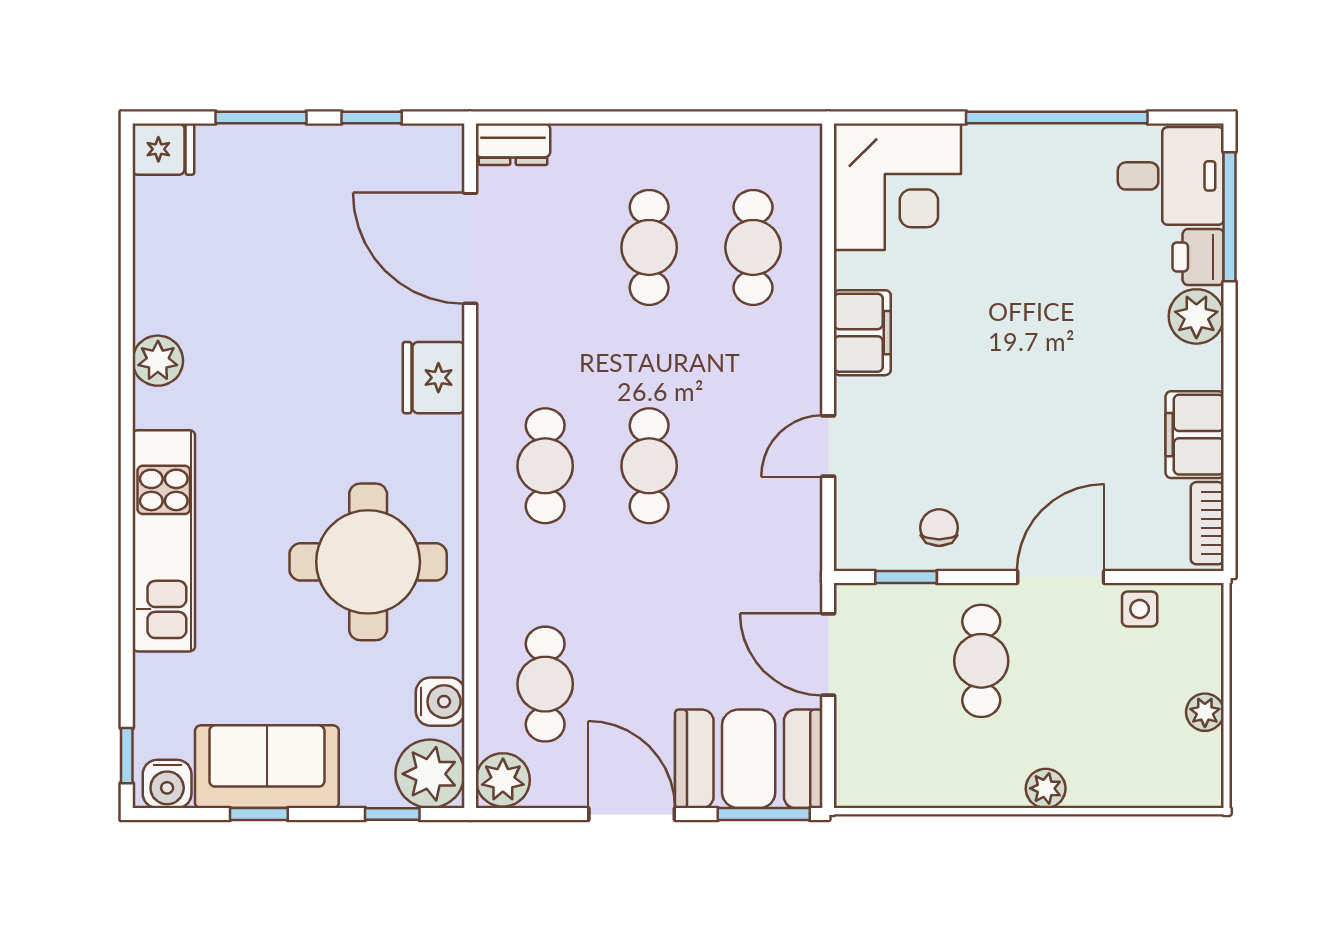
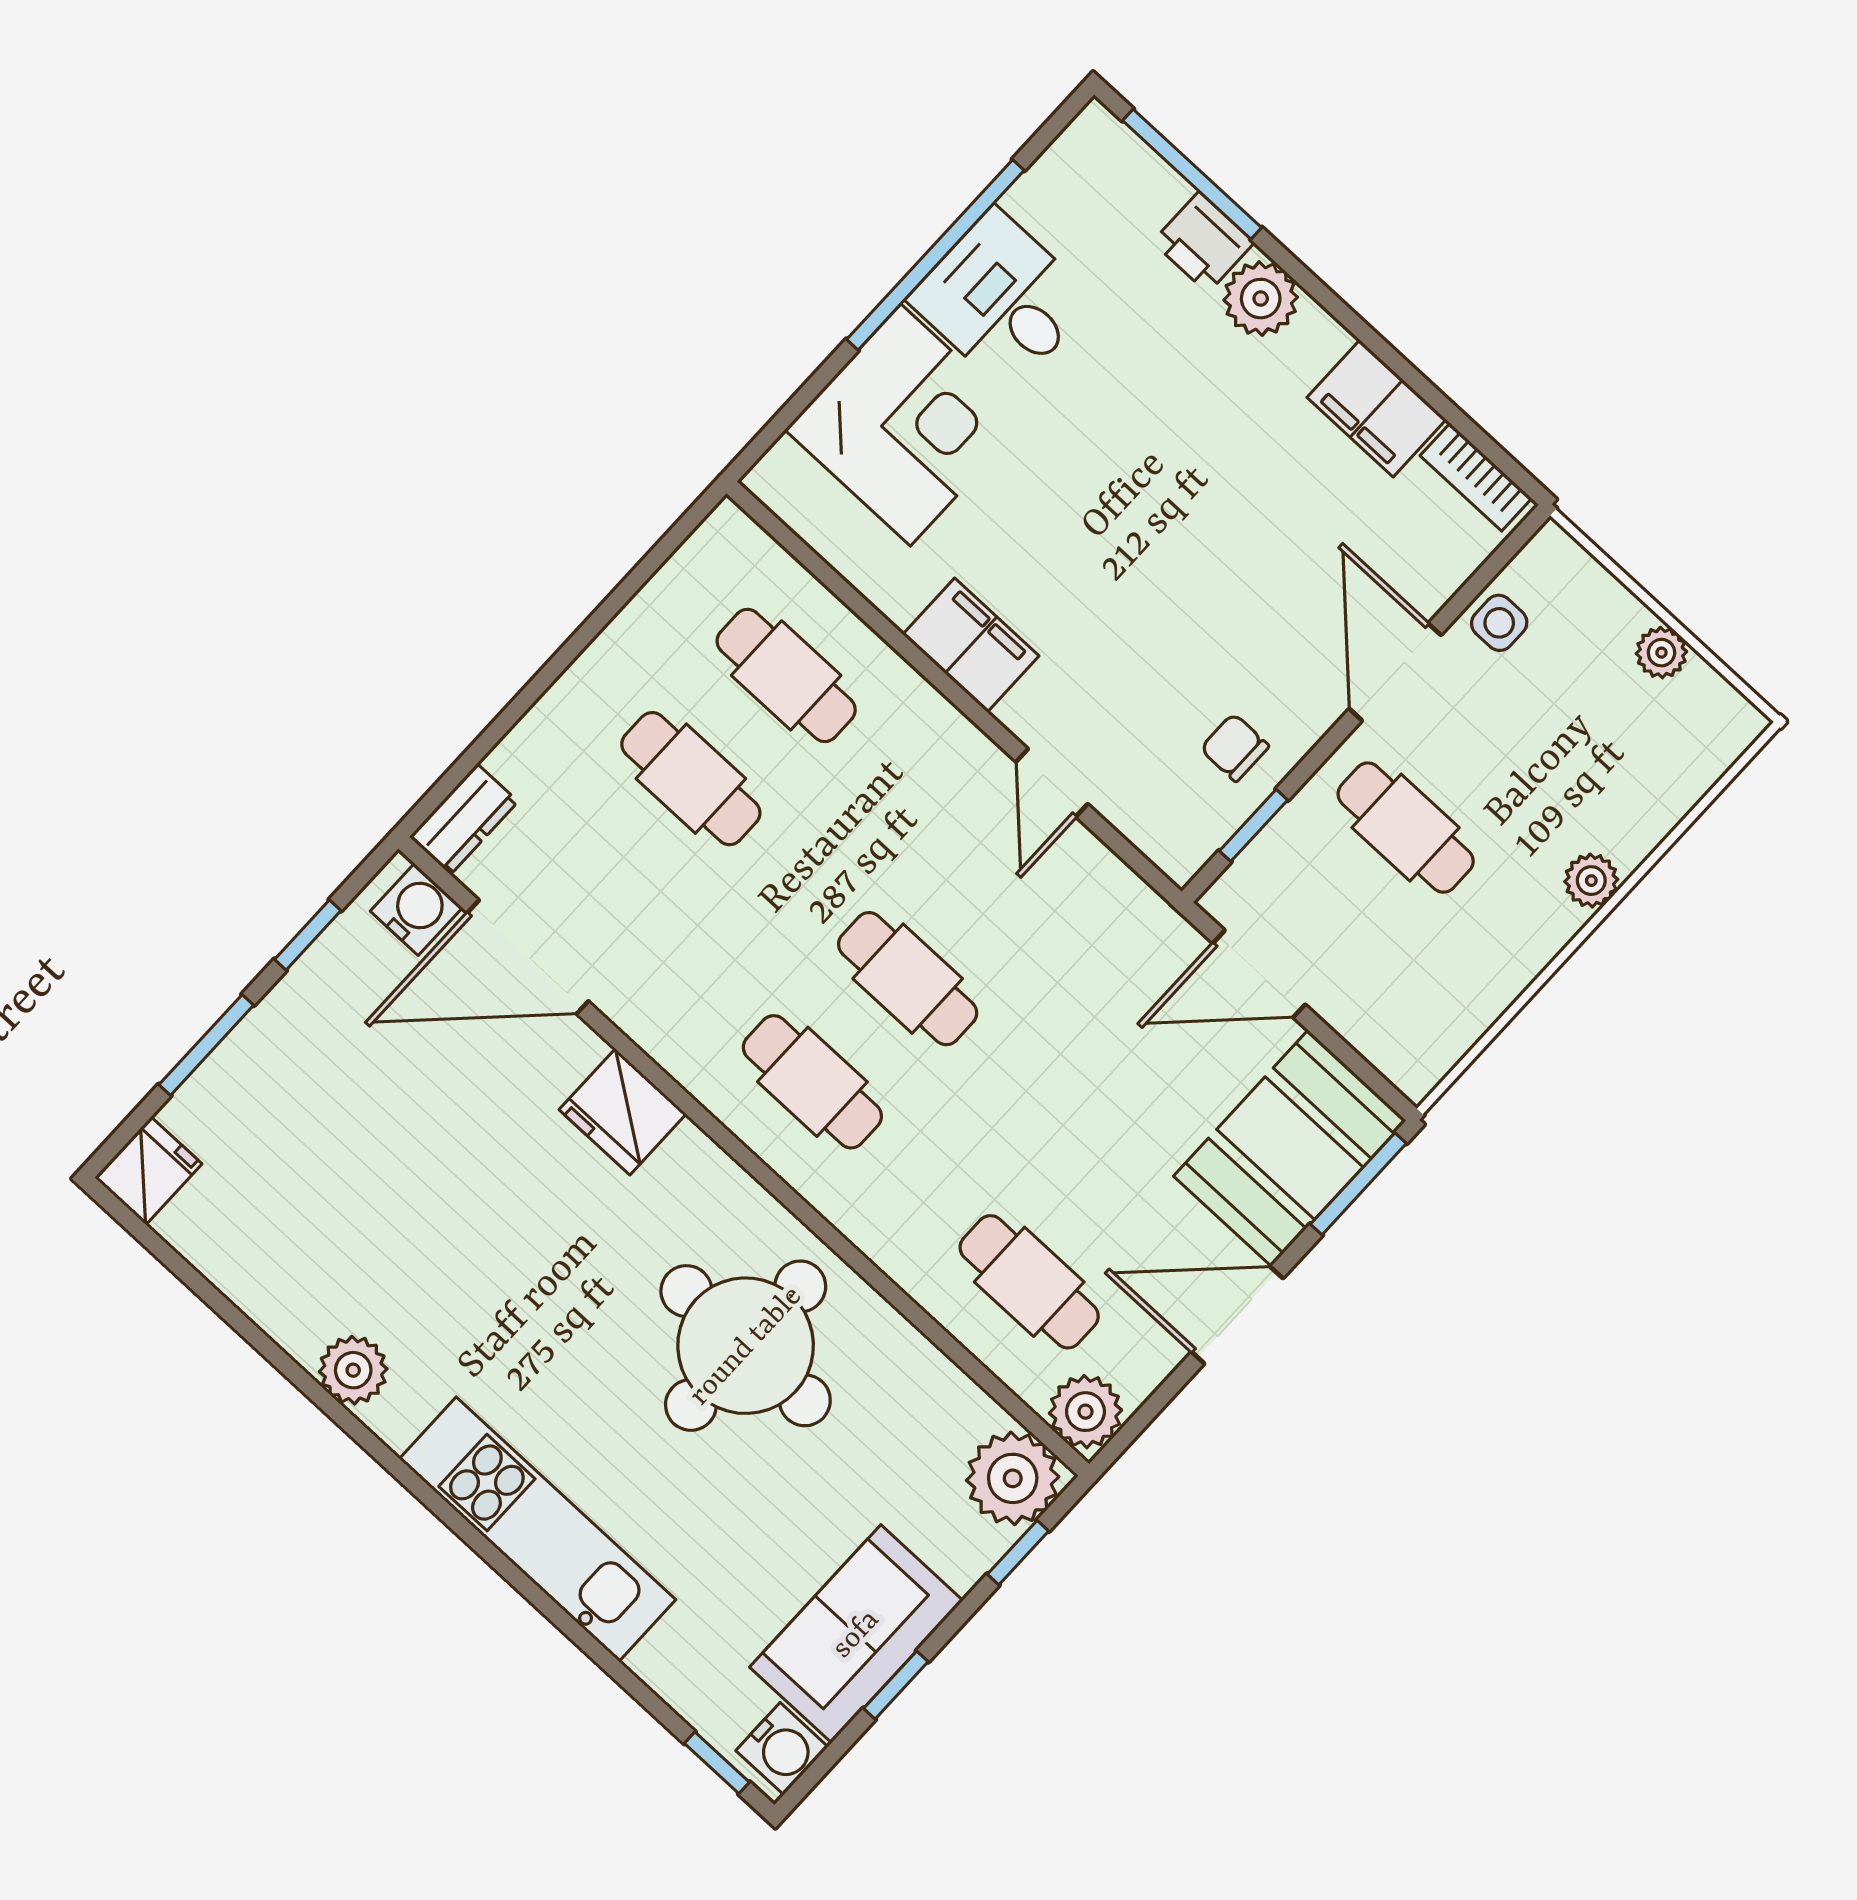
desk: (1171, 176) -> (1002, 300), moved, turned -90
corner desk: (897, 187) -> (906, 425), moved
water cooler: (440, 702) -> (416, 909), moved

